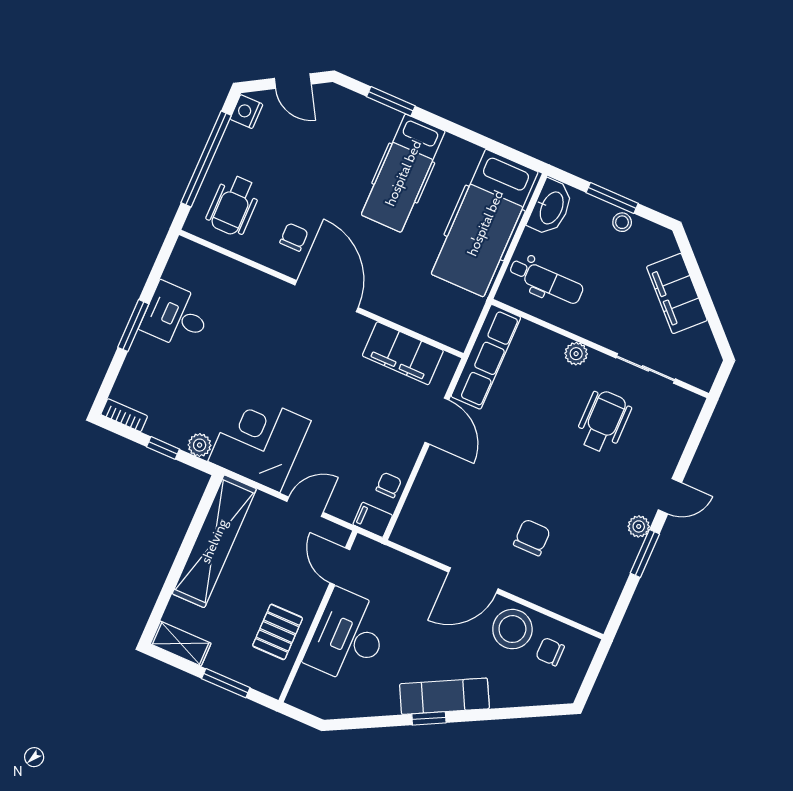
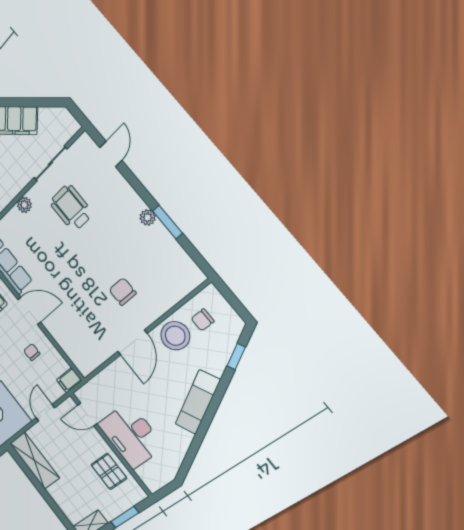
chair: (389, 485) -> (32, 352), moved
door: (670, 496) -> (111, 154), moved
shelving: (214, 541) -> (35, 461), width x0.68
window: (429, 718) -> (236, 357), moved

